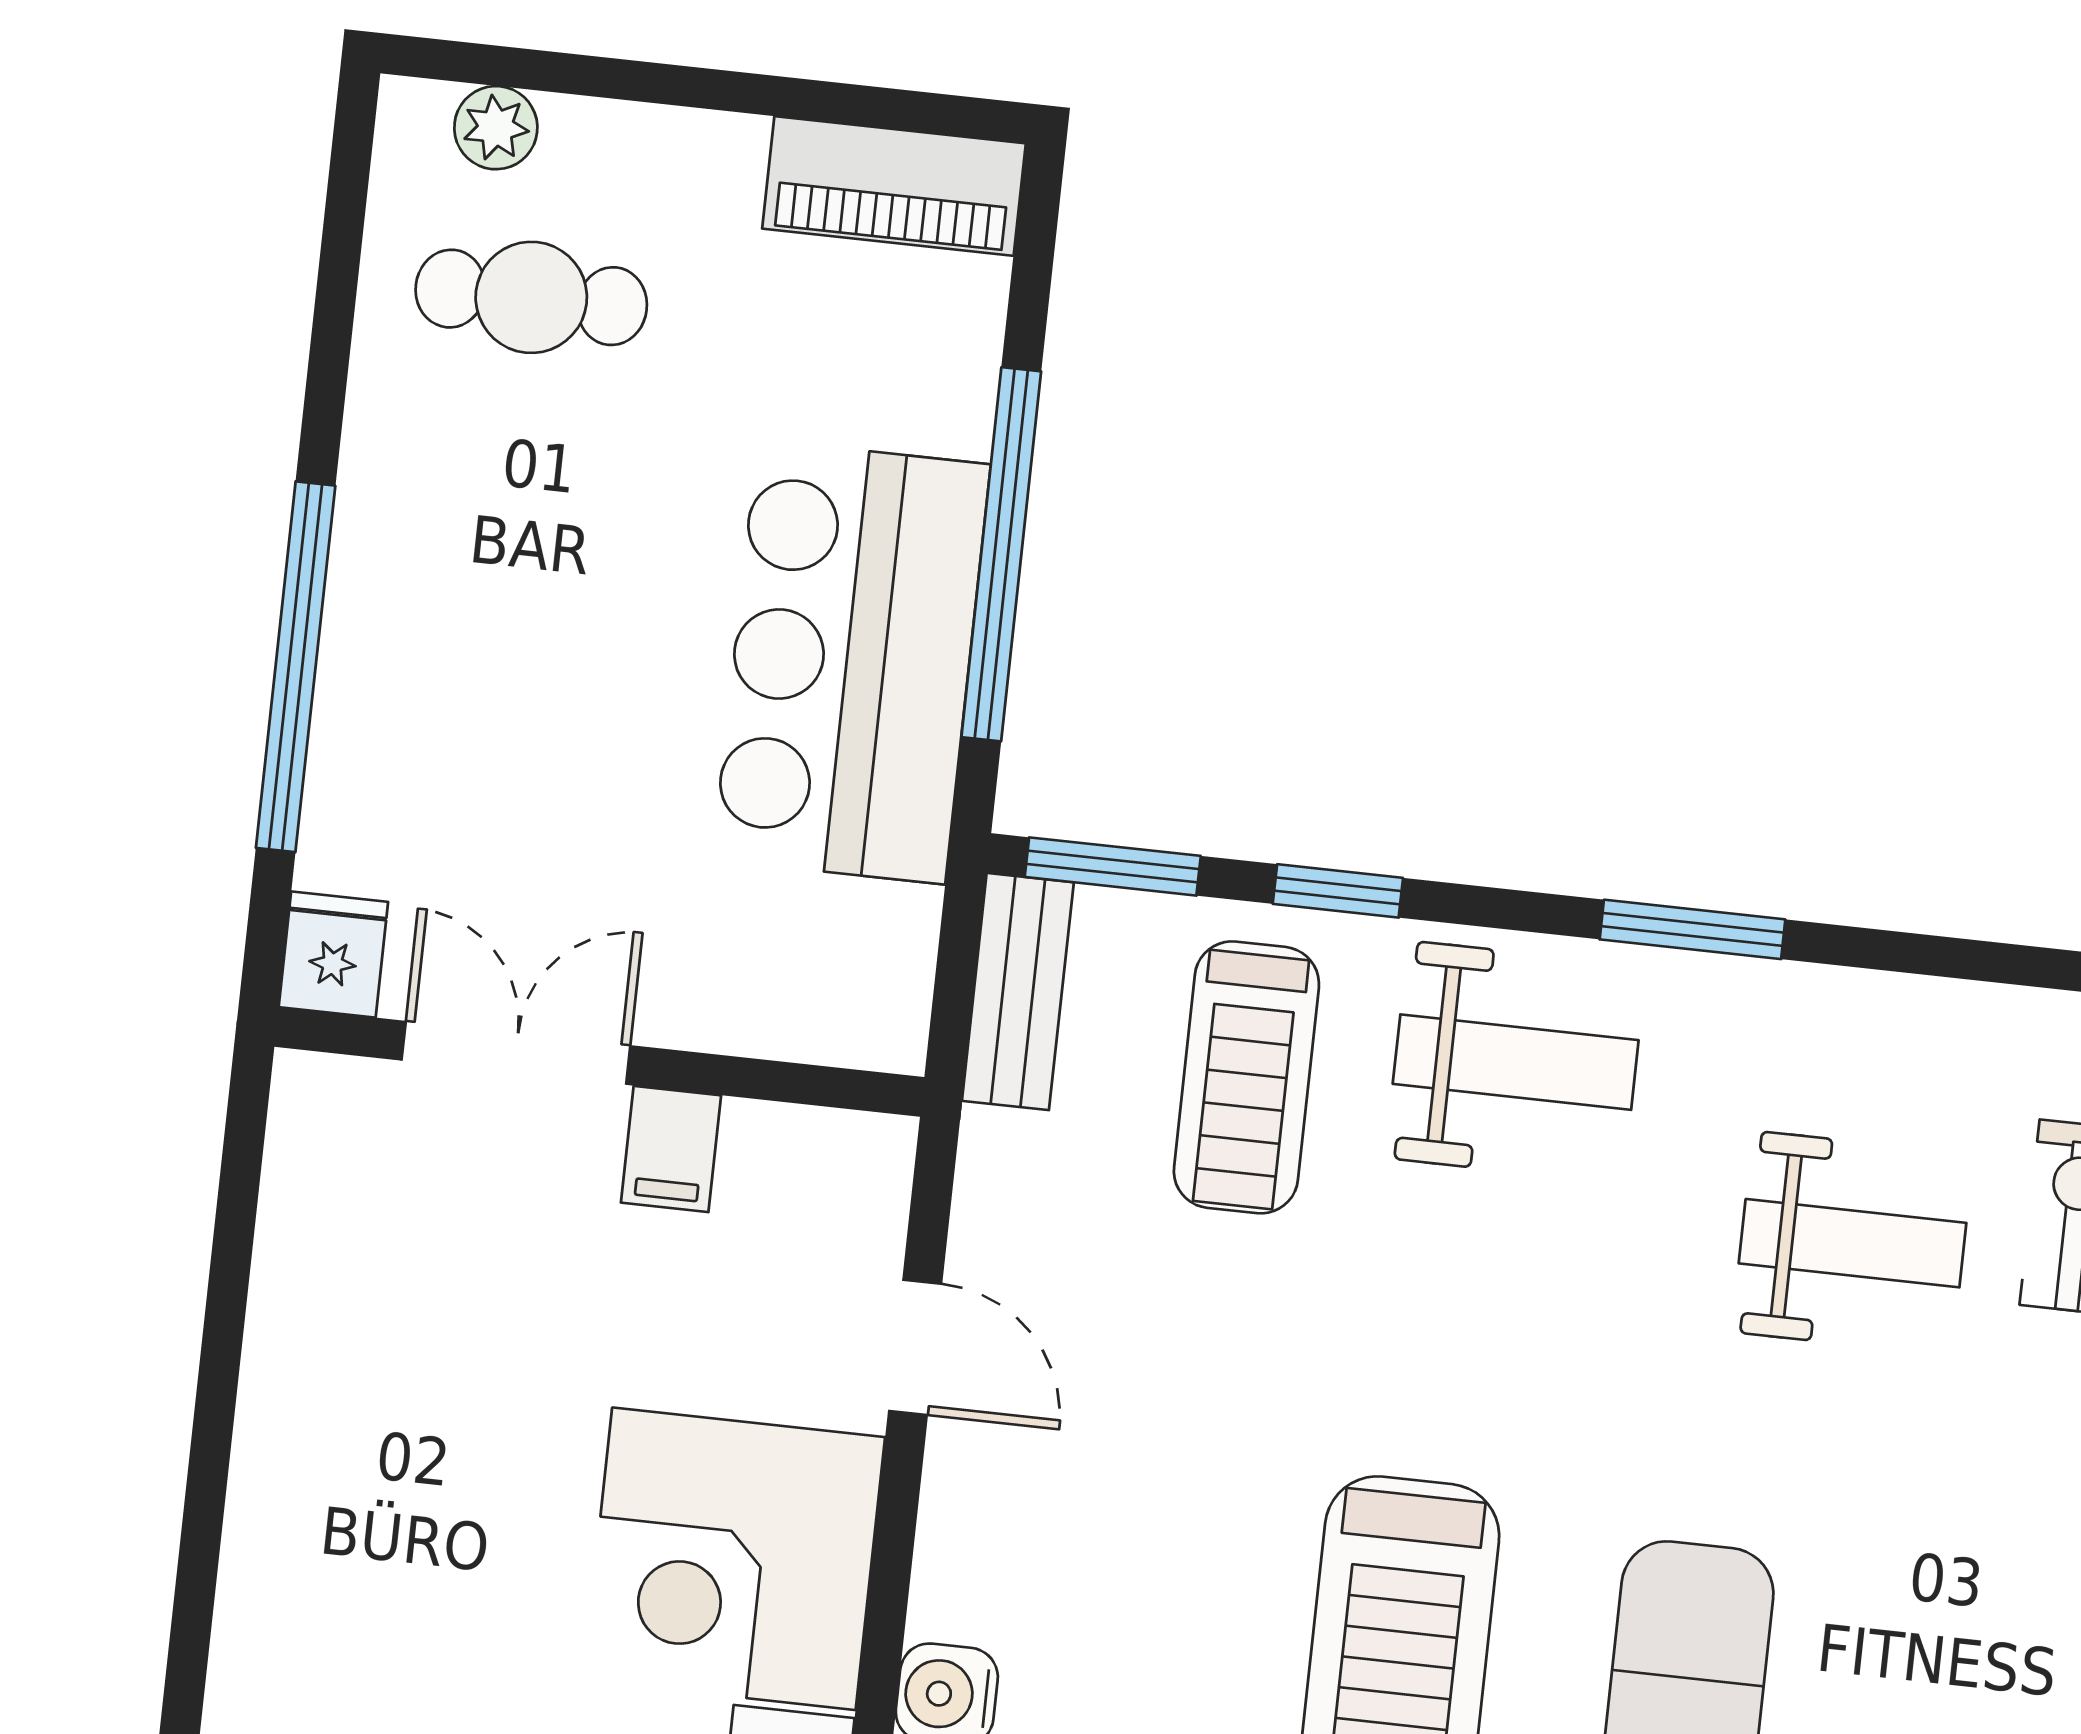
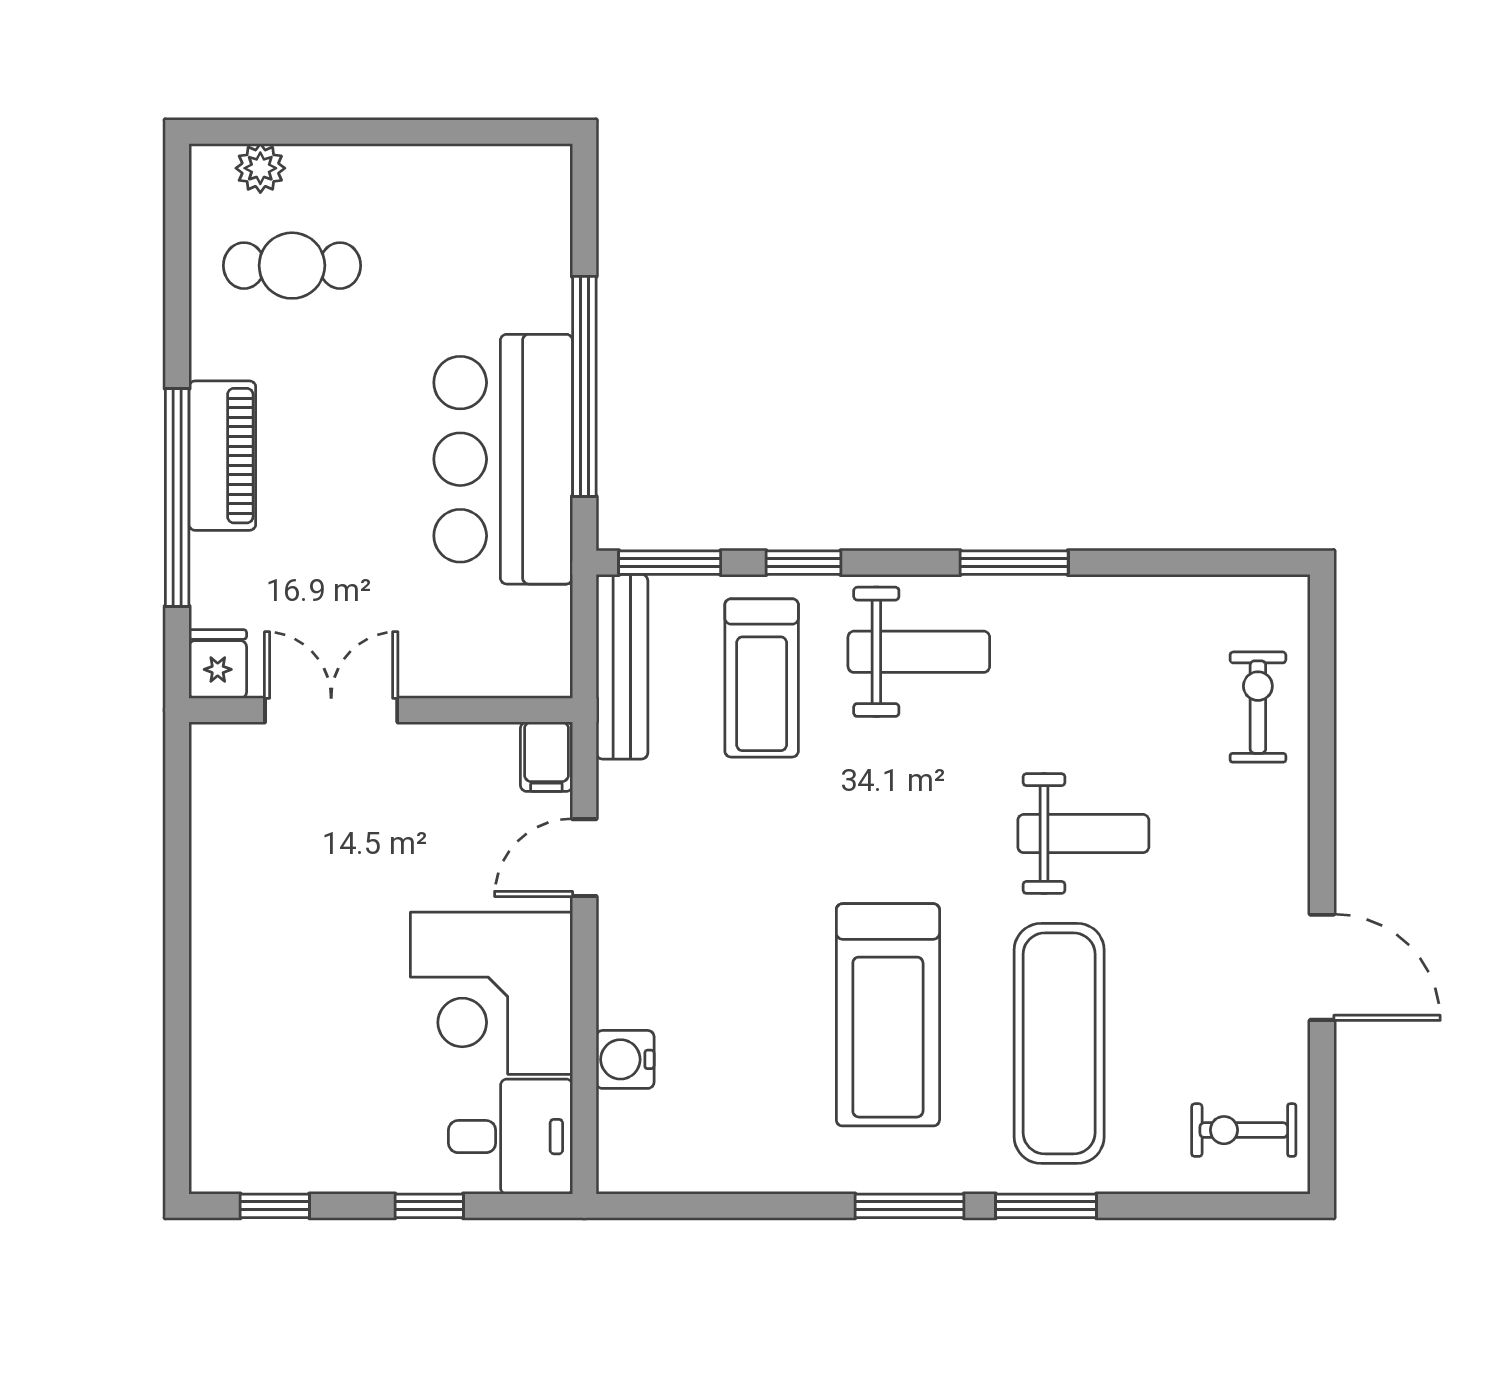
piano: (894, 186) -> (222, 456), moved, turned -90
bench: (1018, 992) -> (622, 667), width x1.36
filing cabinet: (671, 1149) -> (546, 757), moved
weight bench: (1853, 1243) -> (1083, 834), moved
door: (915, 1347) -> (584, 858), swing flipped

